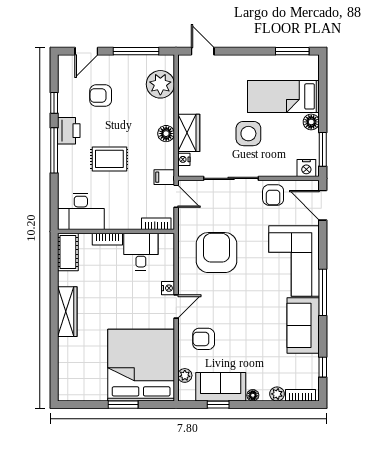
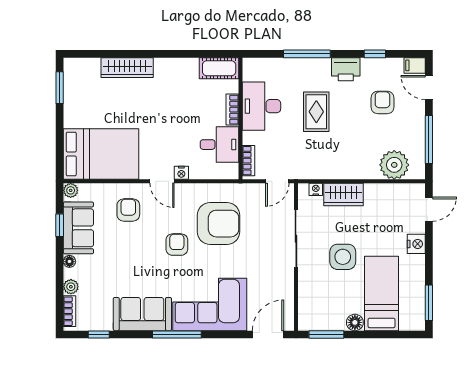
floor lamp: (166, 134) -> (343, 171), removed
window: (54, 150) -> (307, 54), moved
nightstand: (306, 168) -> (416, 244), moved, turned 180
filing cabinet: (164, 177) -> (415, 65), moved, turned -90
armchair: (273, 195) -> (177, 245), moved, turned 90
desk: (81, 211) -> (261, 106), moved
wardrobe: (67, 312) -> (127, 68), moved
bed: (141, 365) -> (101, 154), width x0.73
plant: (185, 375) -> (71, 190), moved
window: (123, 405) -> (60, 88), moved

